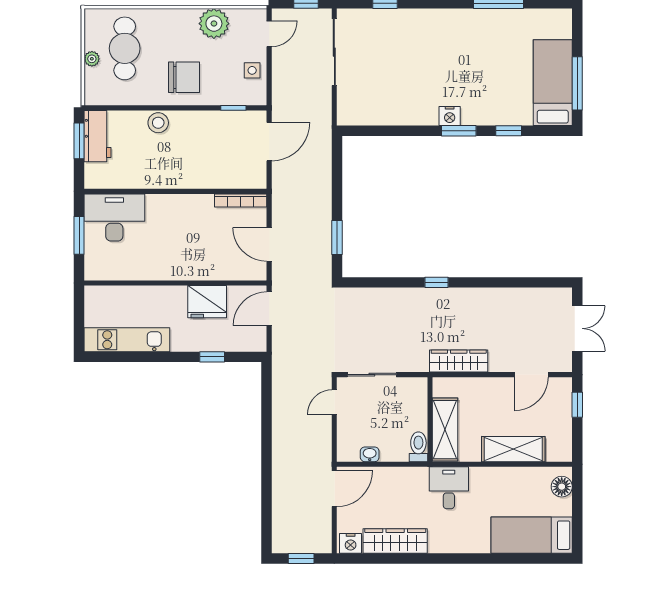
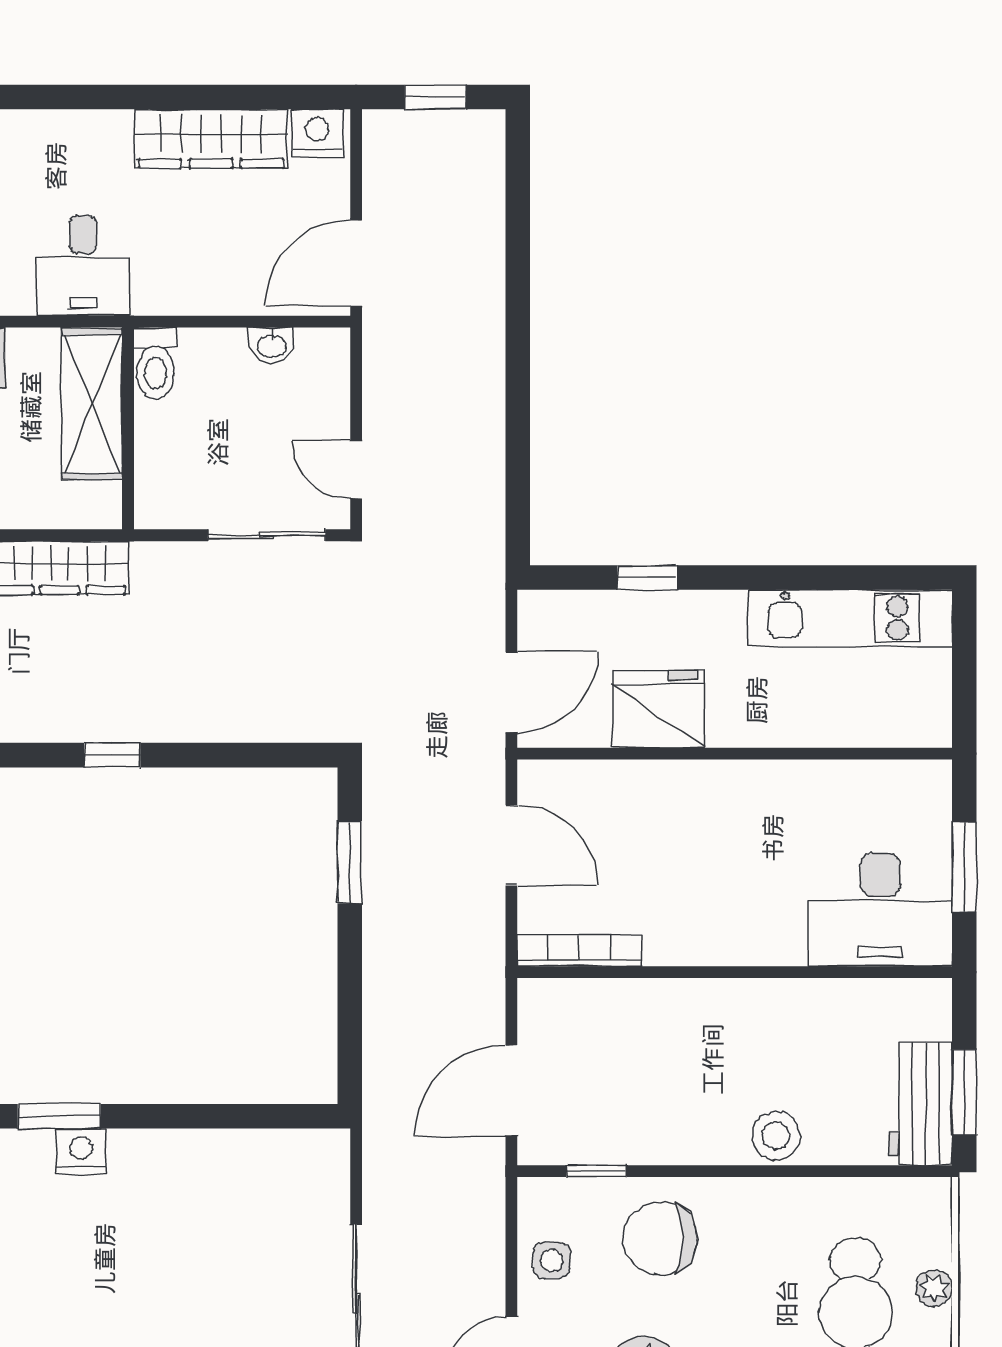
chair: (184, 77) -> (660, 1238), moved
door: (334, 402) -> (356, 470), swing flipped

